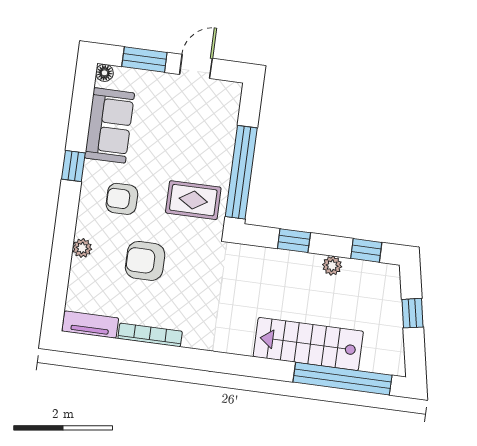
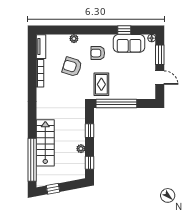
window: (73, 166) -> (124, 30), moved
armchair: (122, 199) -> (98, 53), turned -90
armchair: (145, 261) -> (72, 67), turned -73
window: (413, 313) -> (53, 189), moved

